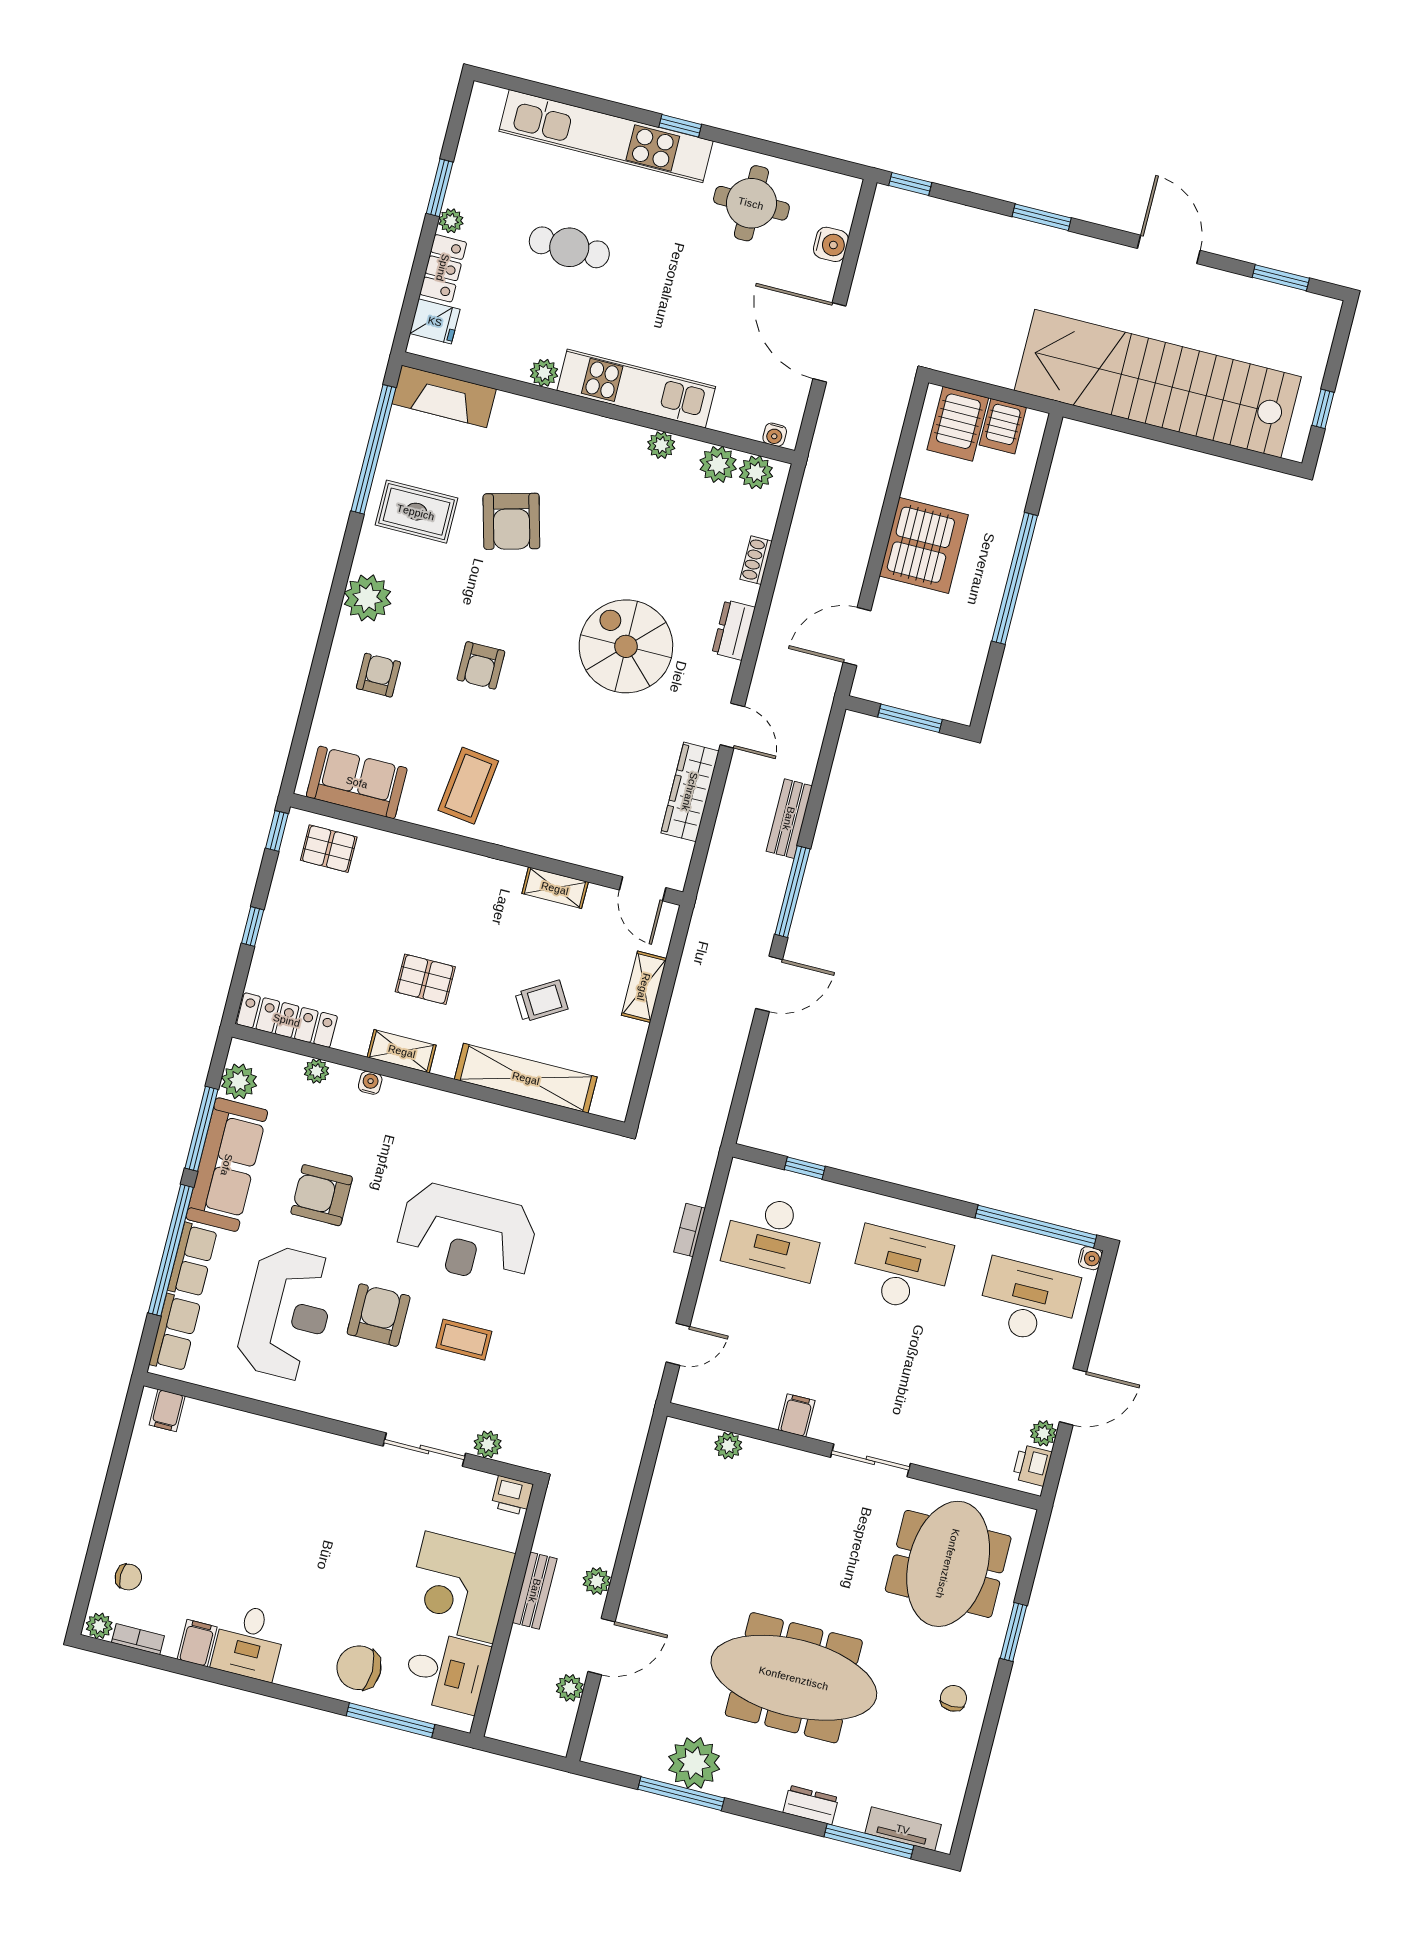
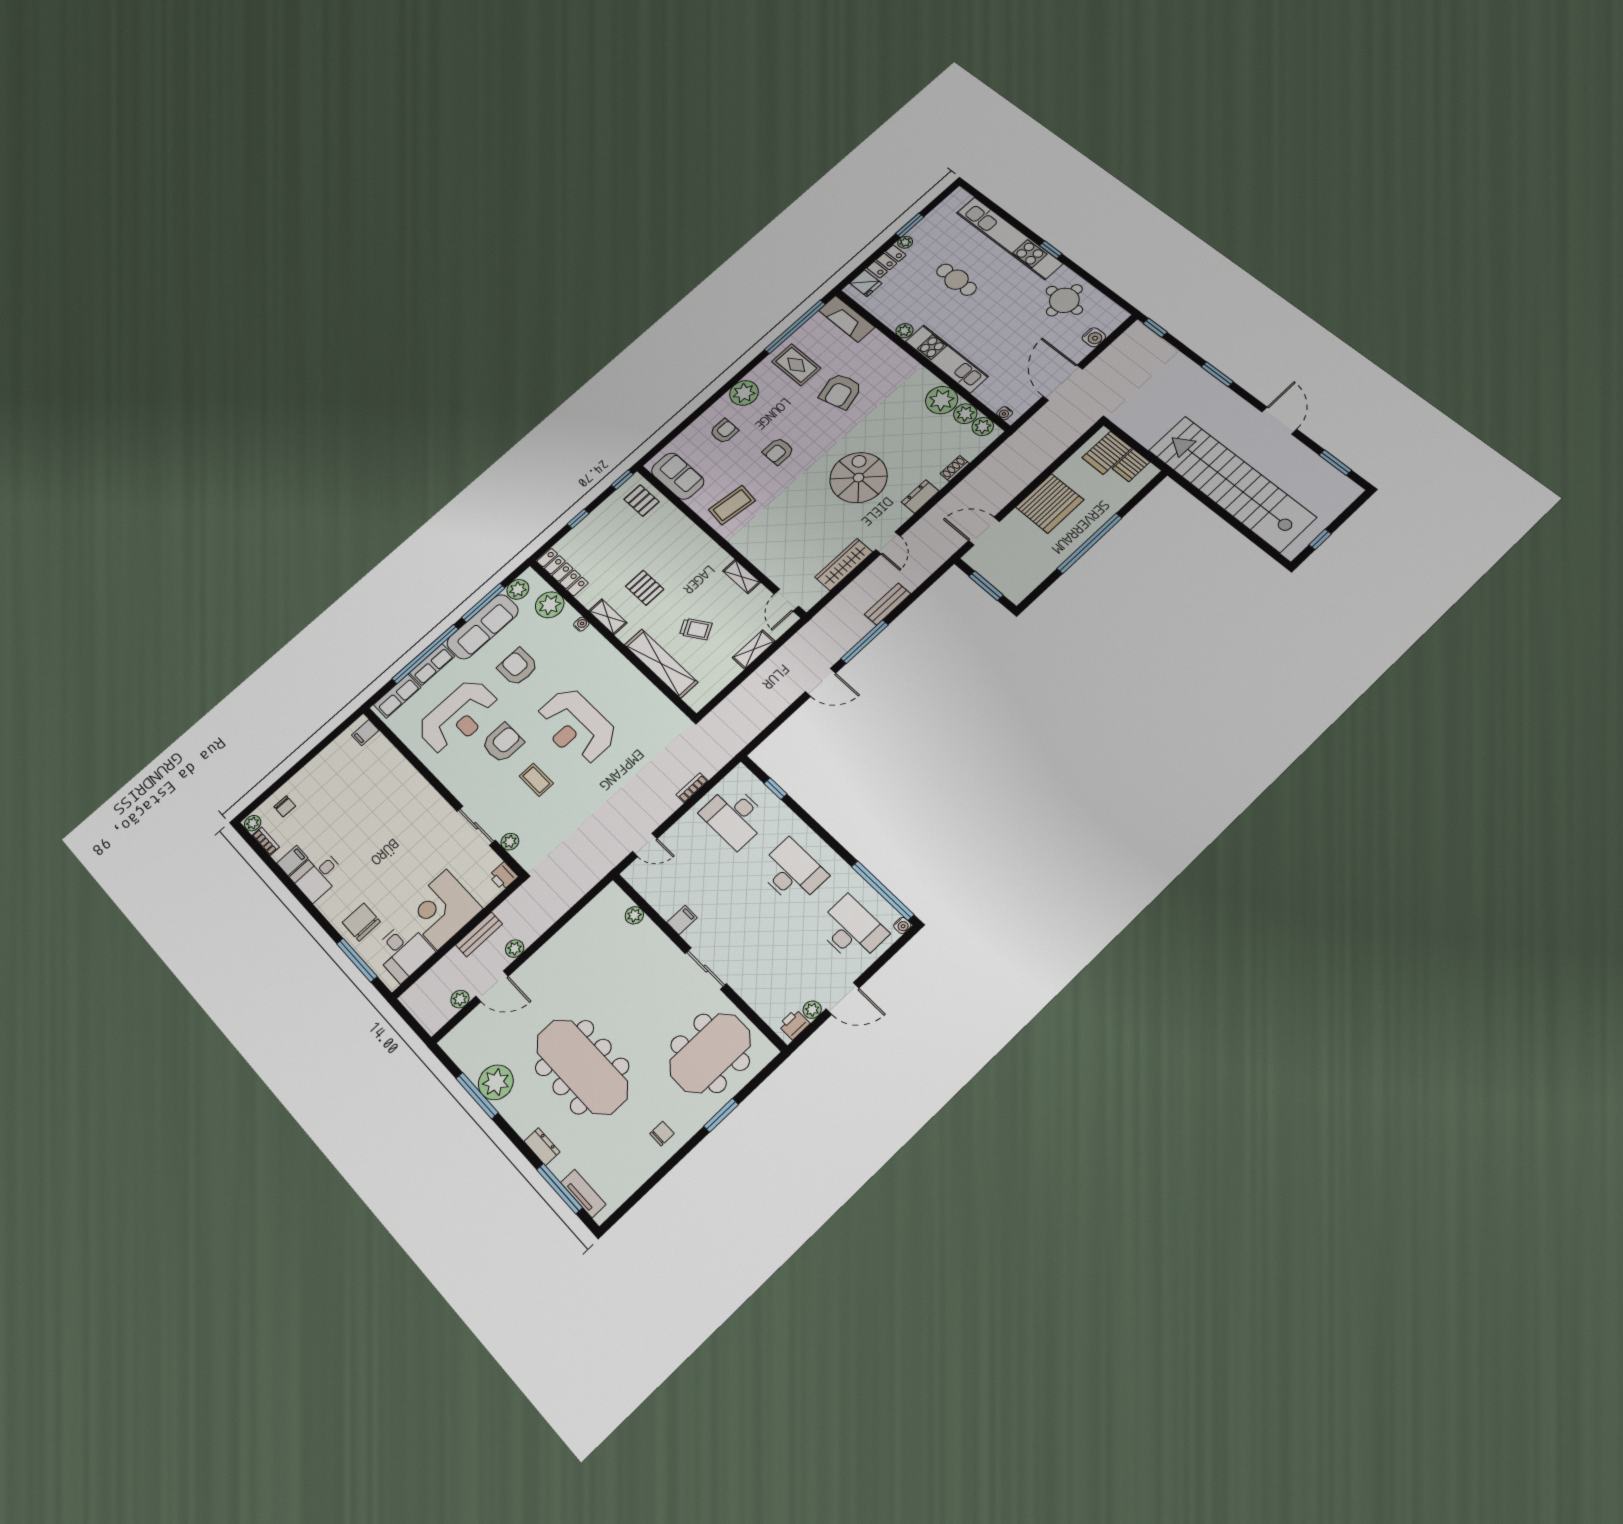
plant: (661, 445) -> (942, 400), width x1.87, depth x1.87
plant: (316, 1071) -> (550, 605), width x1.88, depth x1.88

